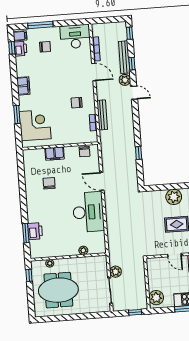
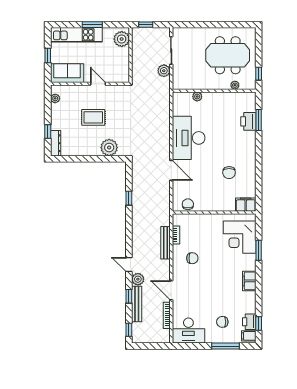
filing cabinet: (55, 154) -> (246, 205), moved
plant: (174, 197) -> (109, 148), moved

